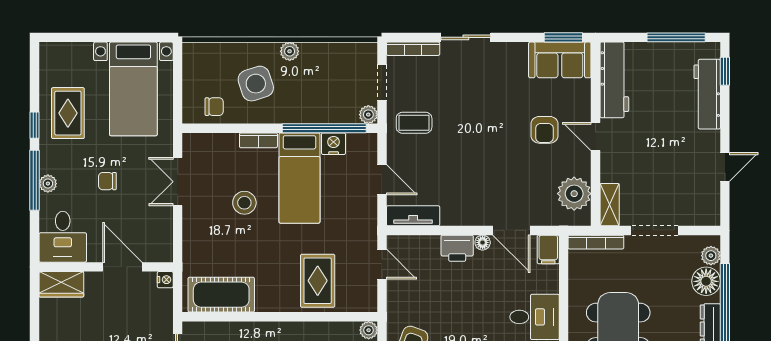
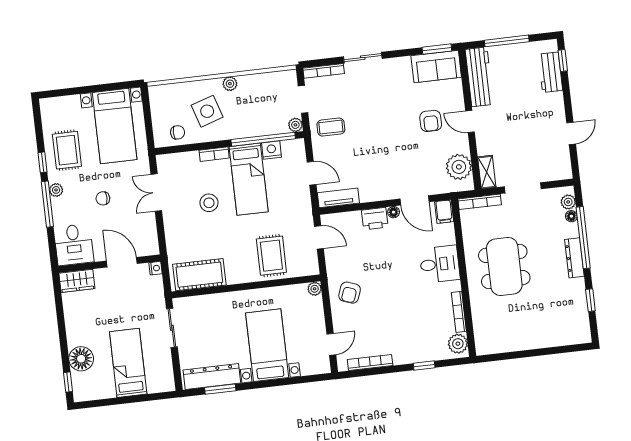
window: (676, 37) -> (507, 41), moved
workbench: (707, 94) -> (550, 72), width x0.73
plant: (48, 184) -> (56, 190), moved
floor lamp: (706, 281) -> (571, 216), width x0.53, depth x0.53

